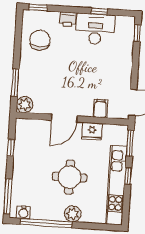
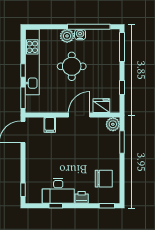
chair: (40, 40) -> (104, 179), turned -90
fridge: (92, 131) -> (101, 106), moved
water cooler: (23, 212) -> (80, 35), moved

